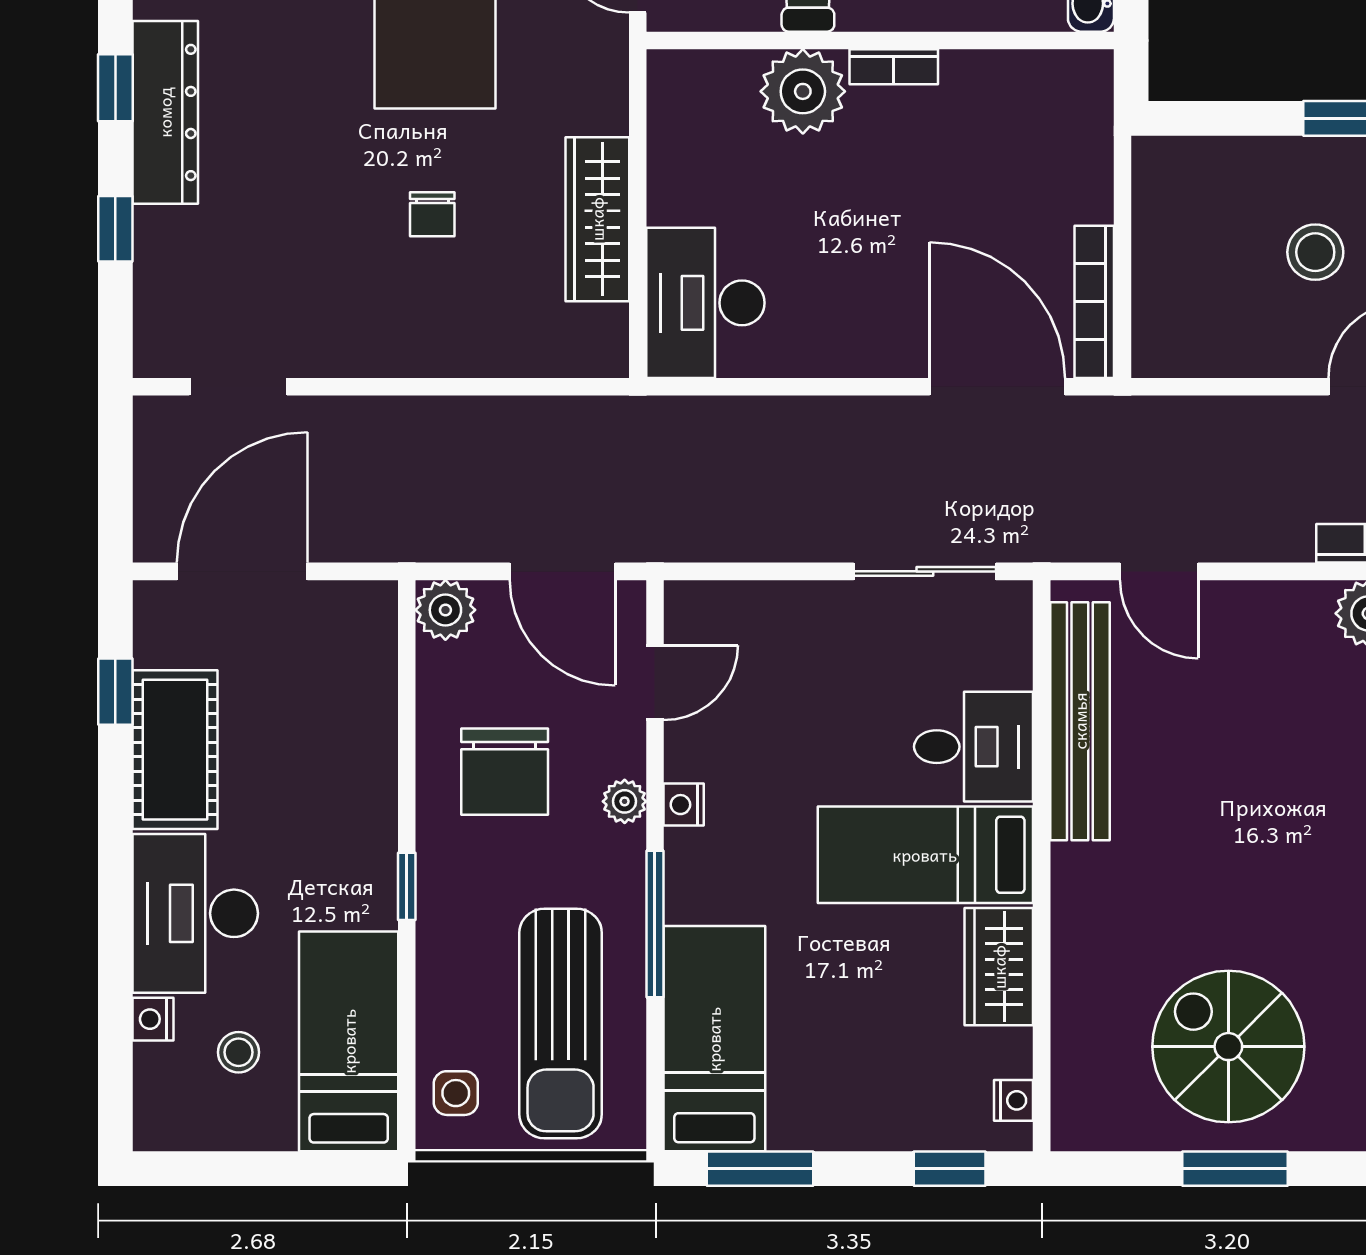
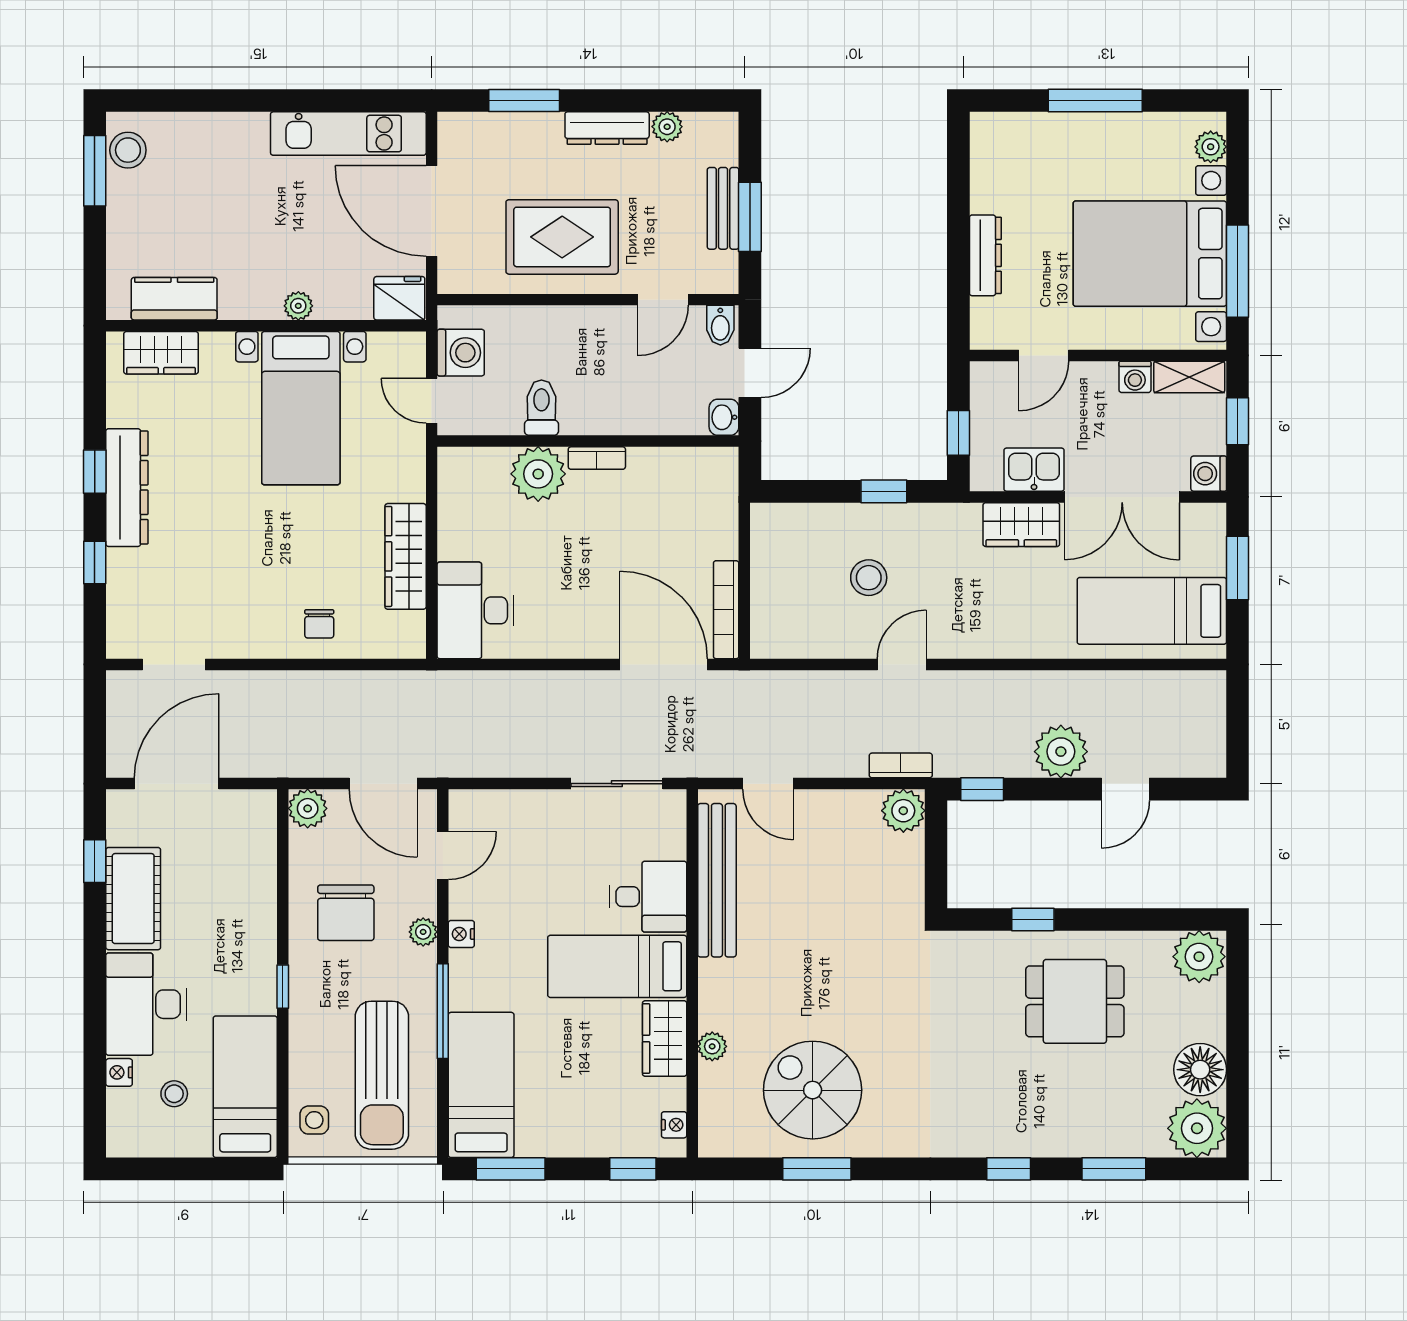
chair: (432, 214) -> (319, 624), moved
plant: (1073, 979) -> (712, 1046), added

